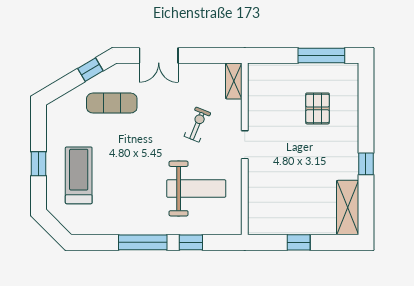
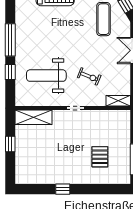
pallet: (318, 108) -> (100, 157), turned 90
weight bench: (196, 189) -> (46, 76), turned 90
shelving: (348, 208) -> (34, 117), moved

